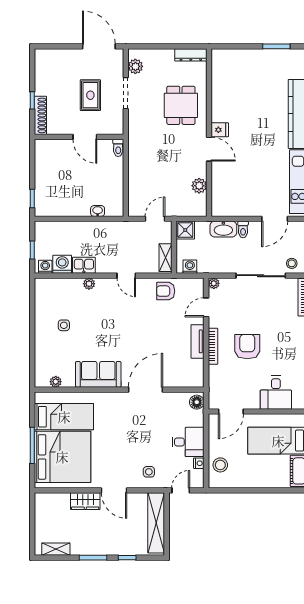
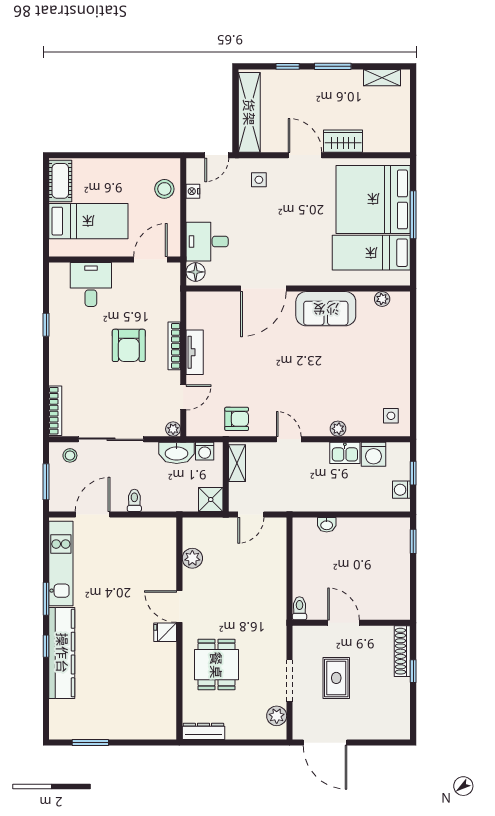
washbasin: (223, 229) -> (177, 453), moved, turned 180
washing machine: (45, 267) -> (401, 490), moved, turned 90
side table: (64, 325) -> (391, 416), moved
desk: (188, 442) -> (207, 242), moved

